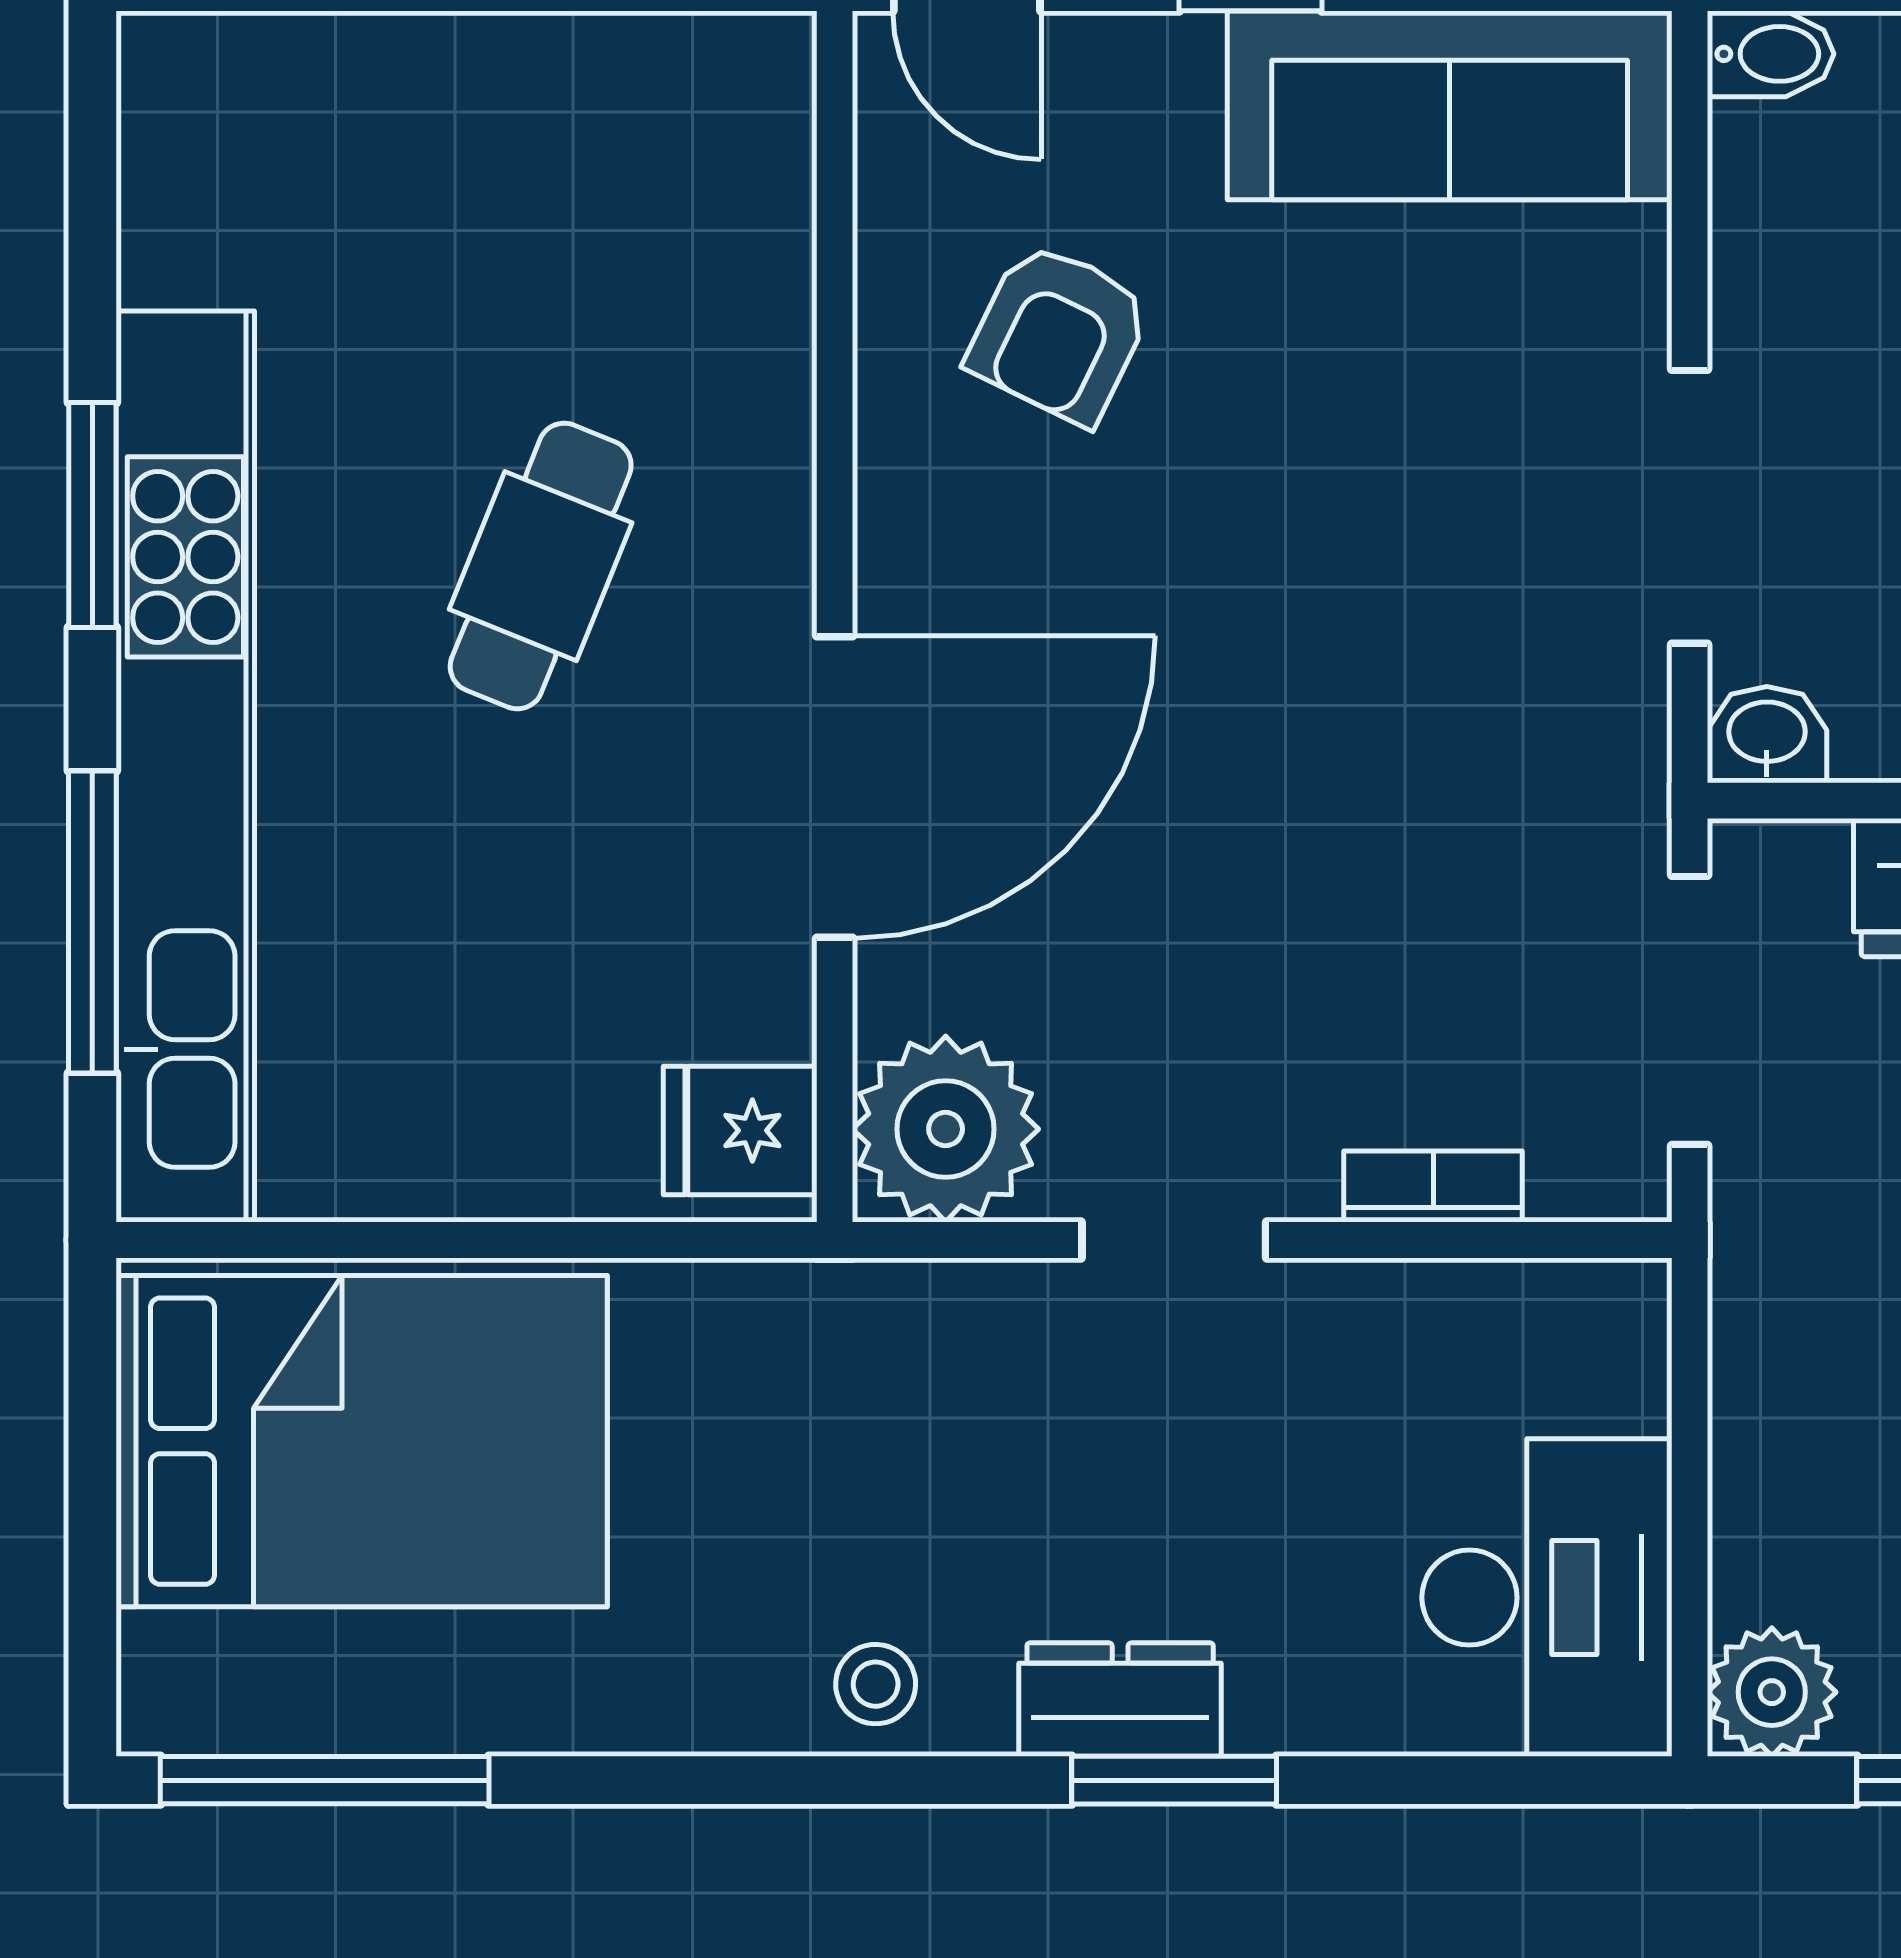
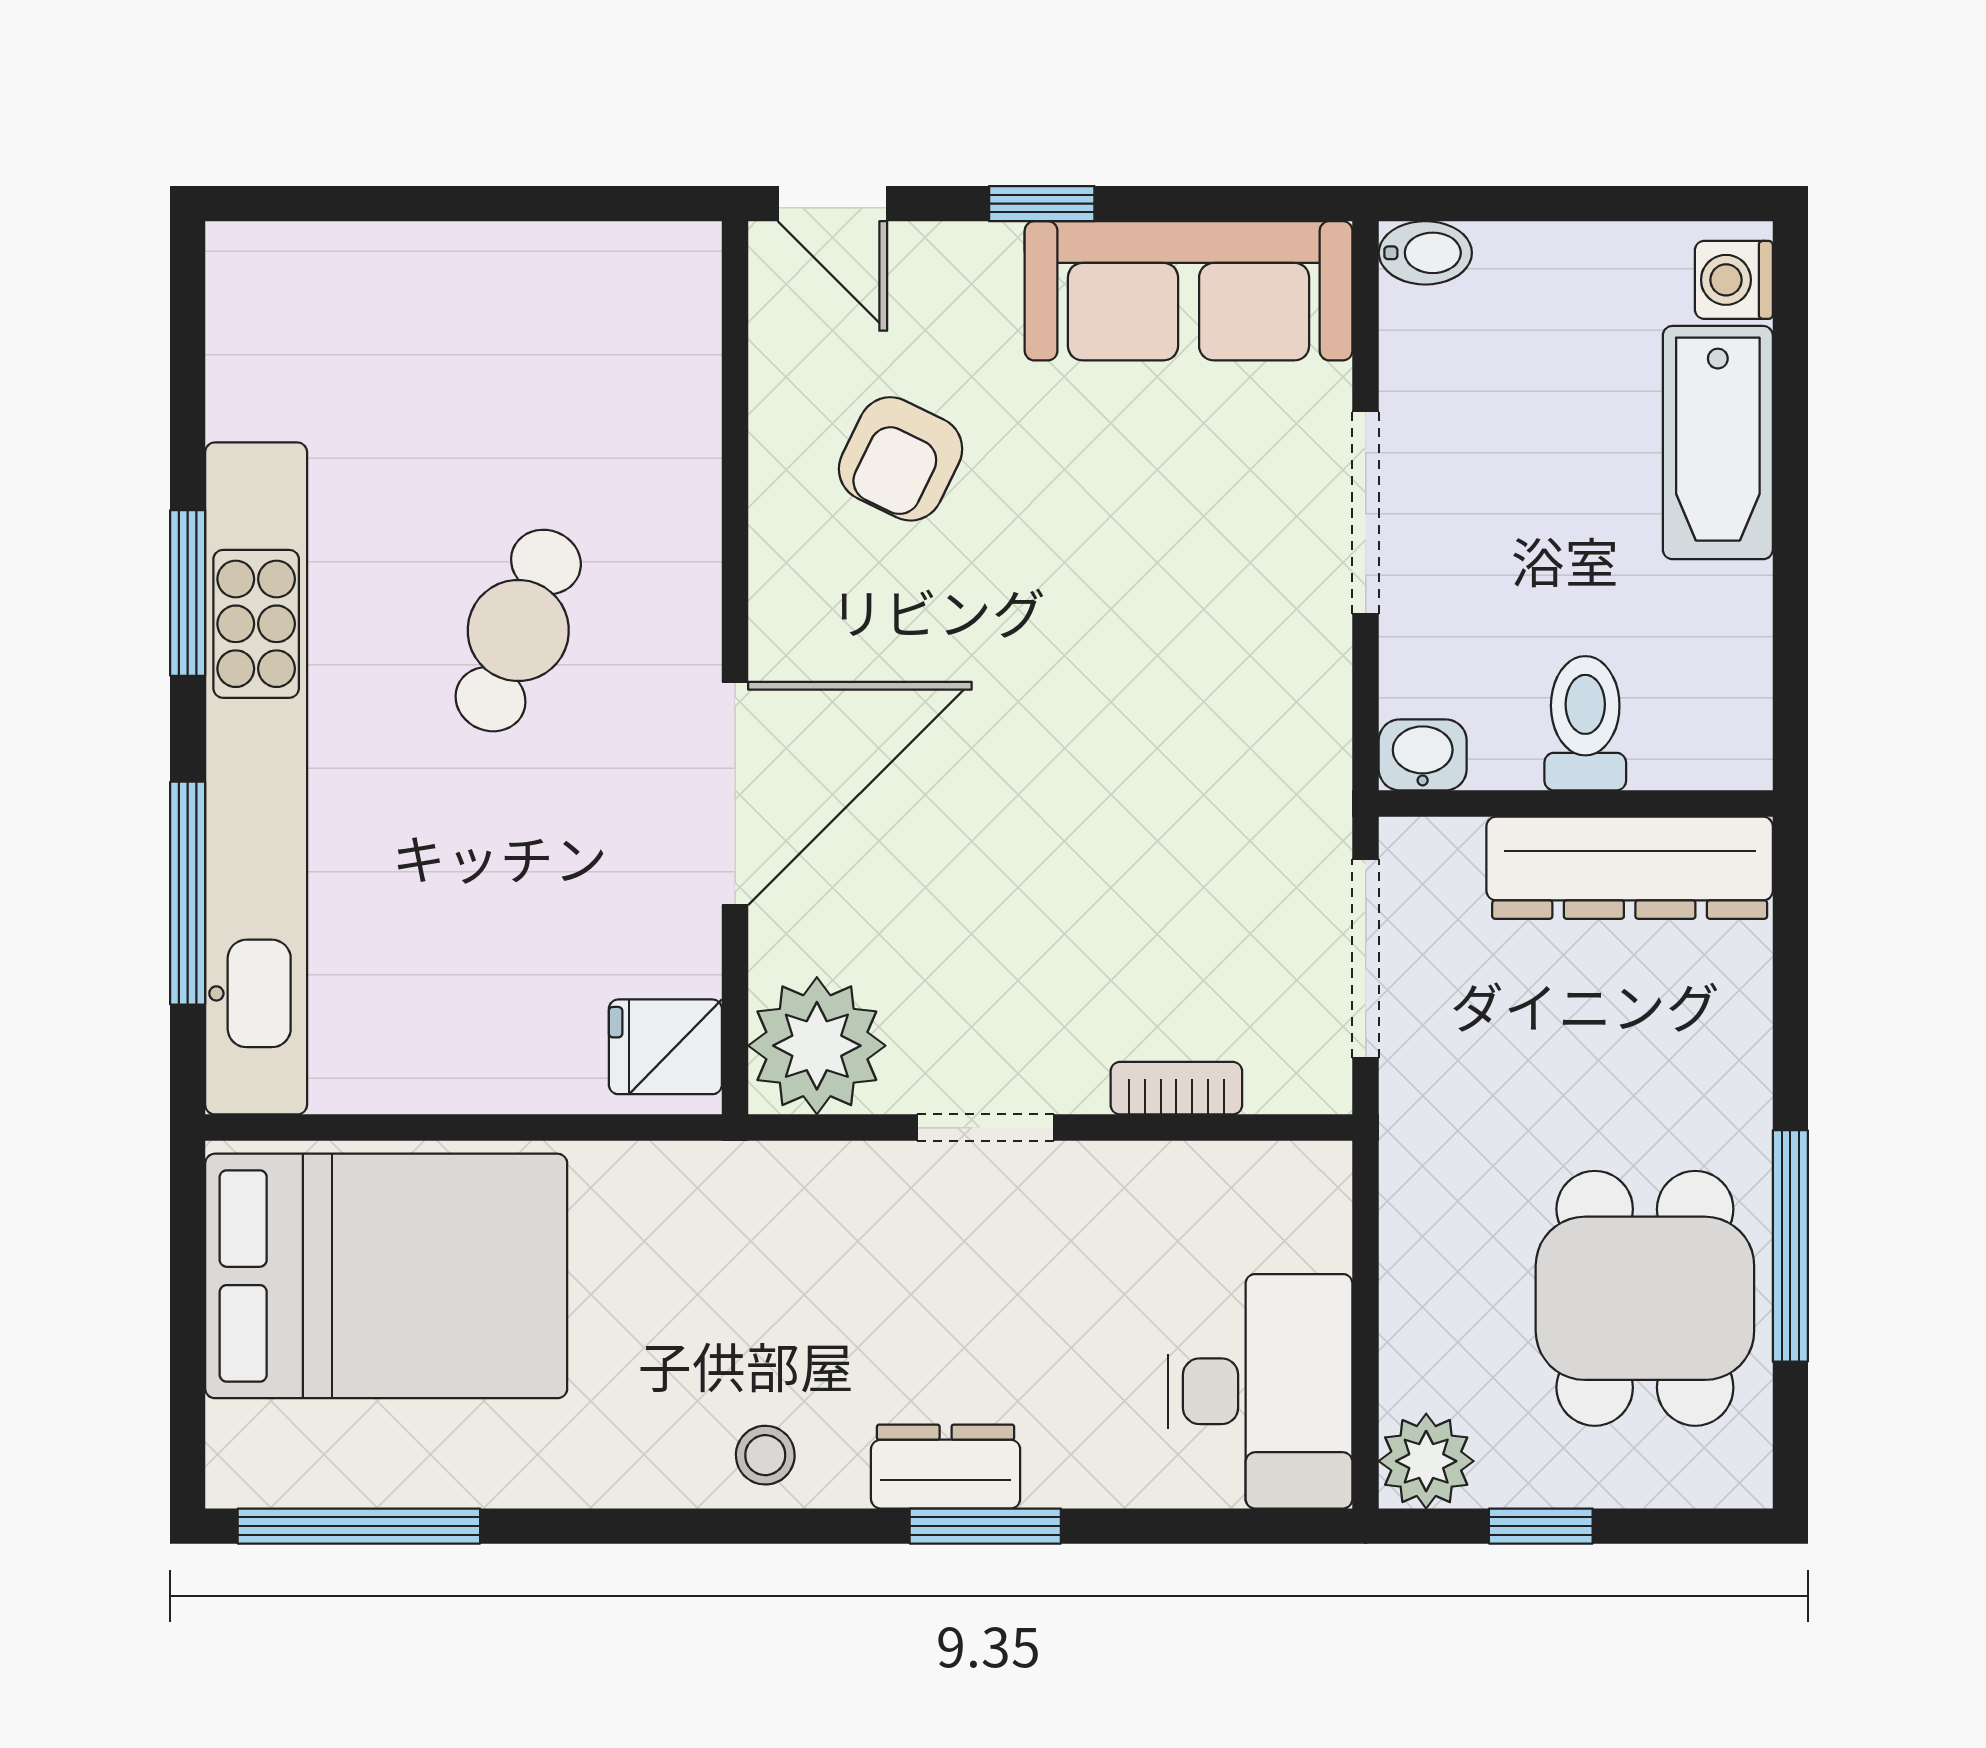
doorway: (1690, 507) -> (1366, 513), moved

